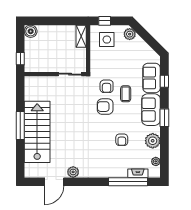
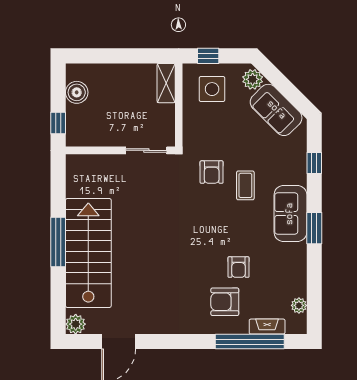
boiler: (31, 31) -> (77, 92), moved
sofa: (152, 78) -> (276, 110), moved, turned -45
armchair: (105, 107) -> (225, 302), moved
plant: (153, 141) -> (293, 269), removed
plant: (73, 172) -> (76, 324), moved

